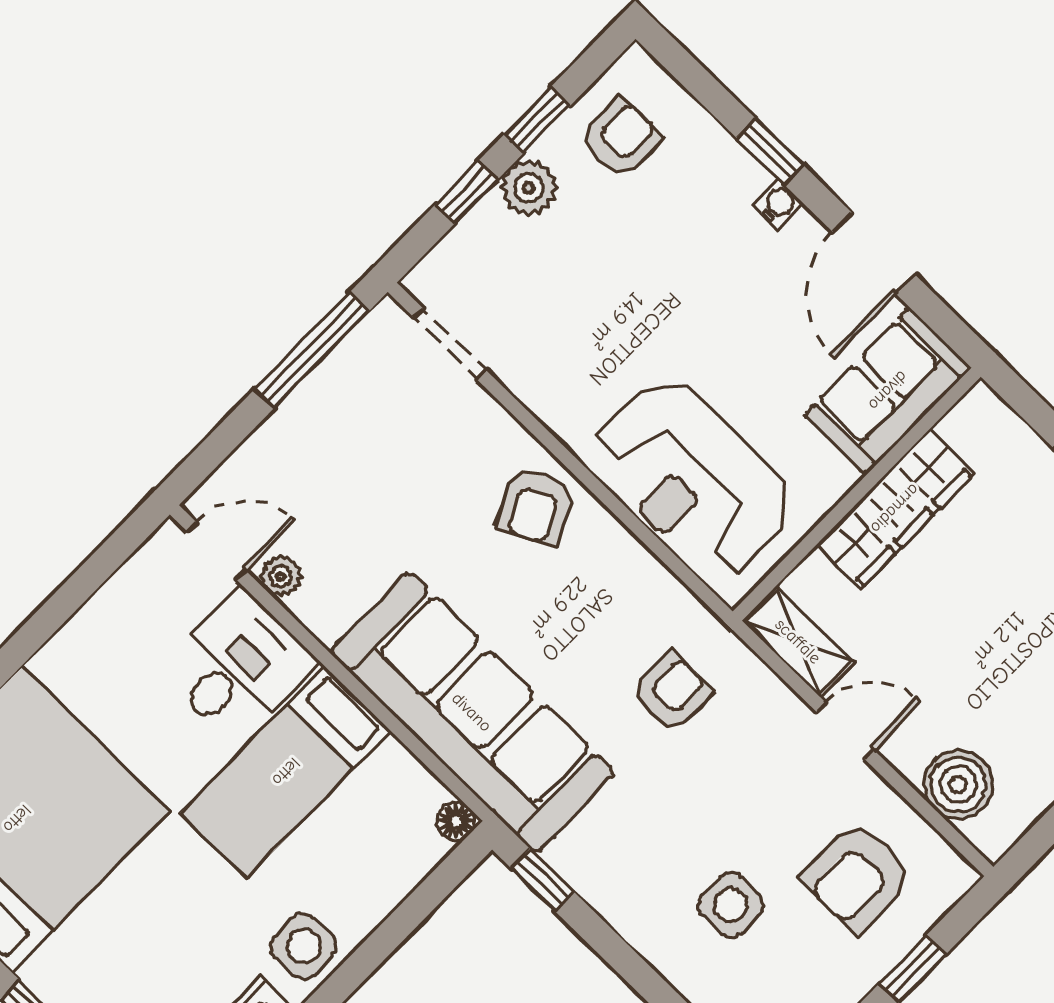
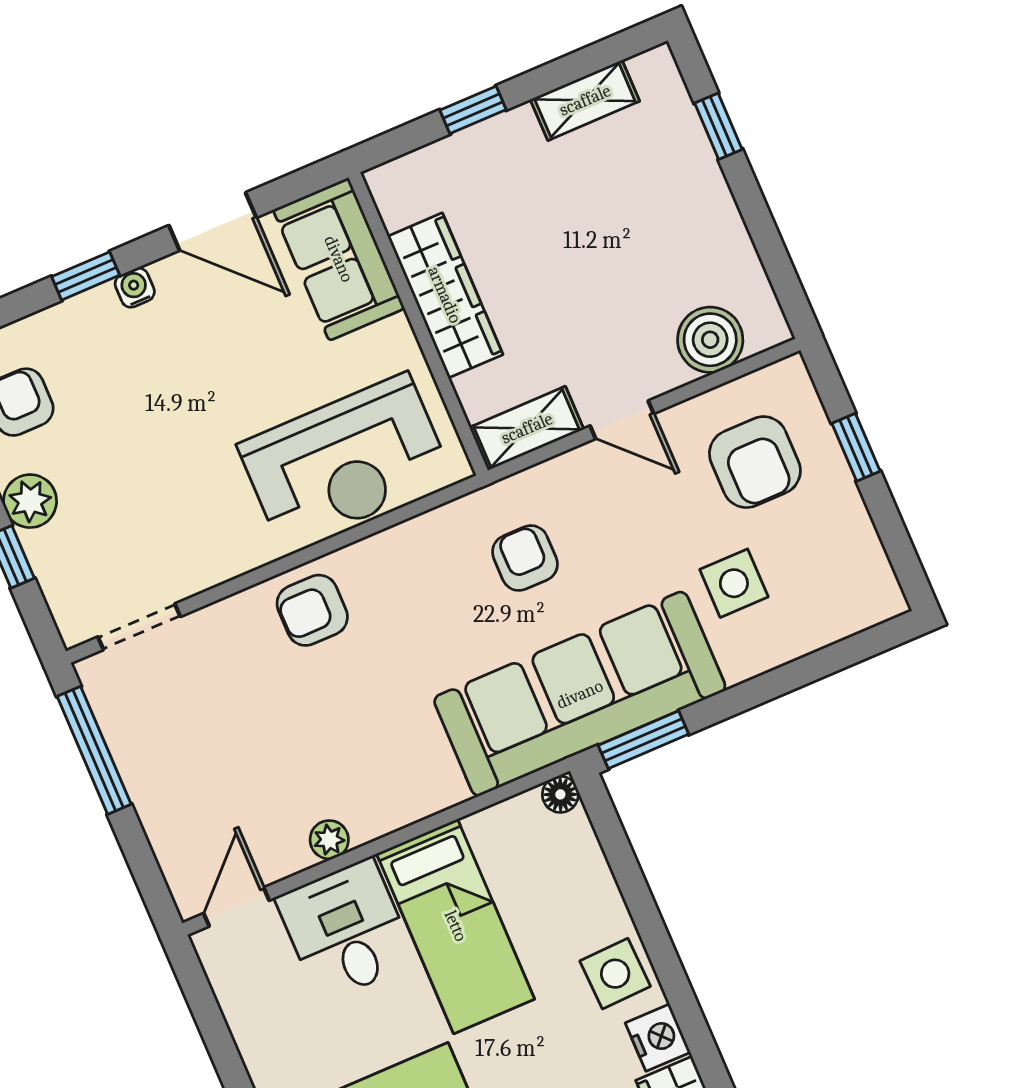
armchair: (536, 506) -> (312, 610), turned 117
plant: (281, 576) -> (329, 840), moved
sofa: (472, 712) -> (580, 694), moved
door: (845, 731) -> (622, 420), swing flipped
window: (542, 880) -> (643, 740), width x1.50

